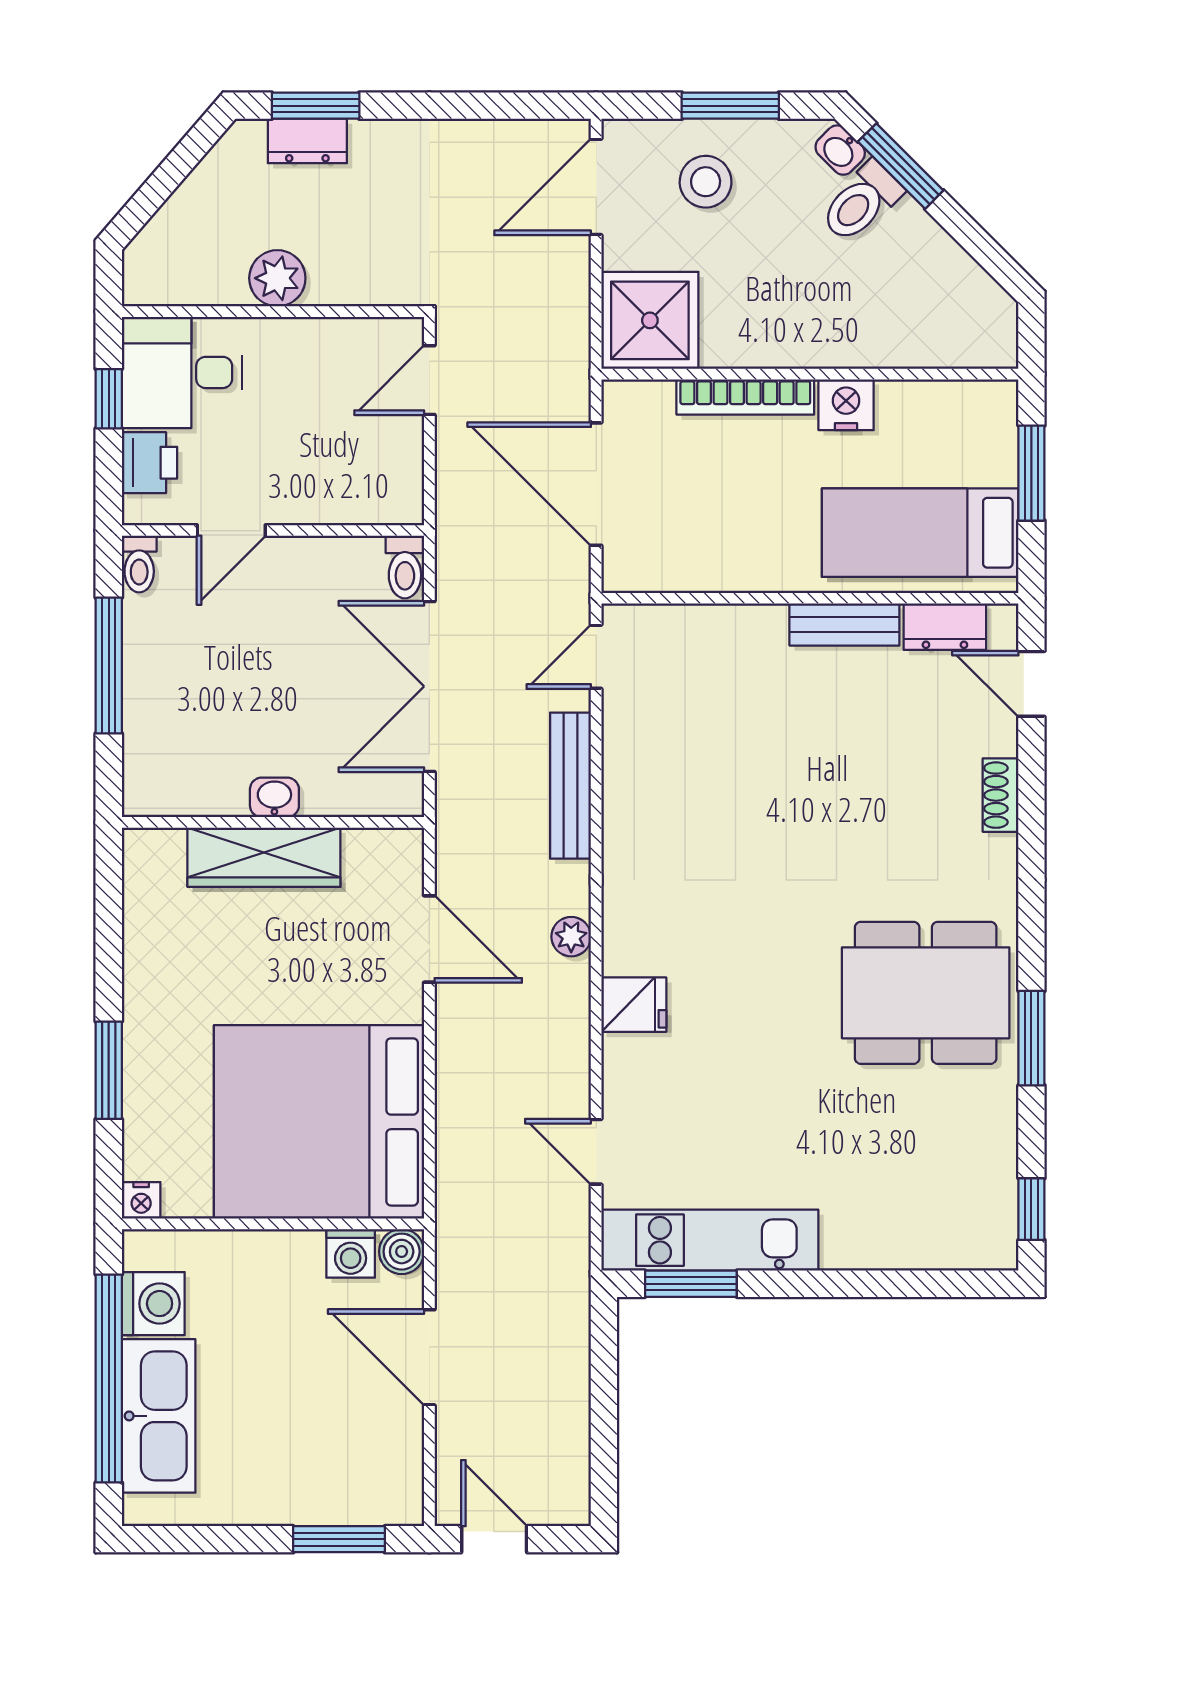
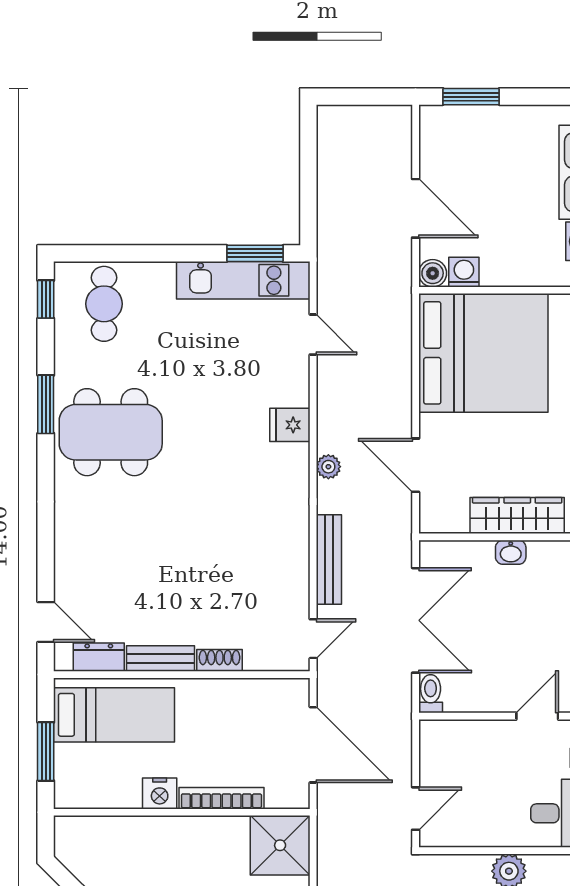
shoe rack: (1001, 795) -> (219, 660), moved, turned -90
cafe table: (937, 1202) -> (104, 304), added
door: (494, 1539) -> (376, 97), removed

